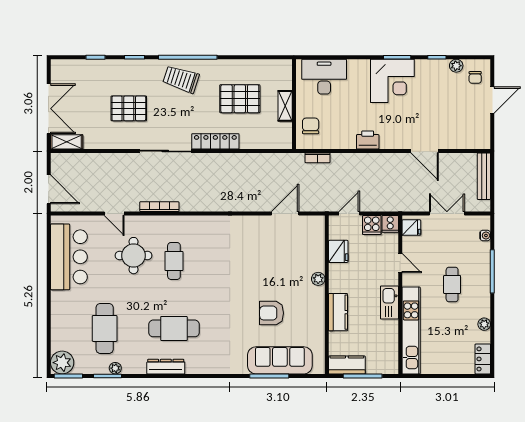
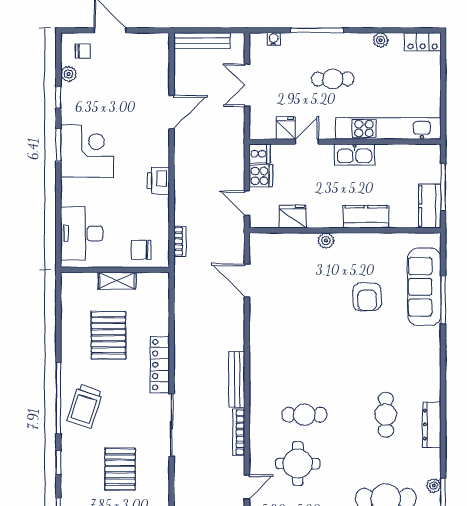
bench: (203, 205) -> (237, 379), added
fridge: (411, 228) -> (286, 128), moved
cafe table: (174, 328) -> (386, 415), width x0.73, depth x0.74

